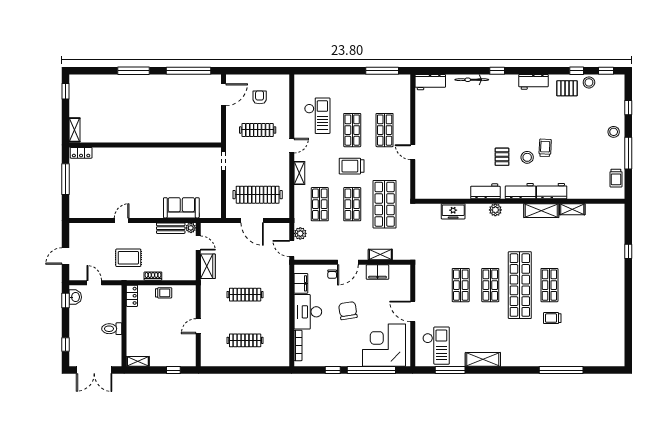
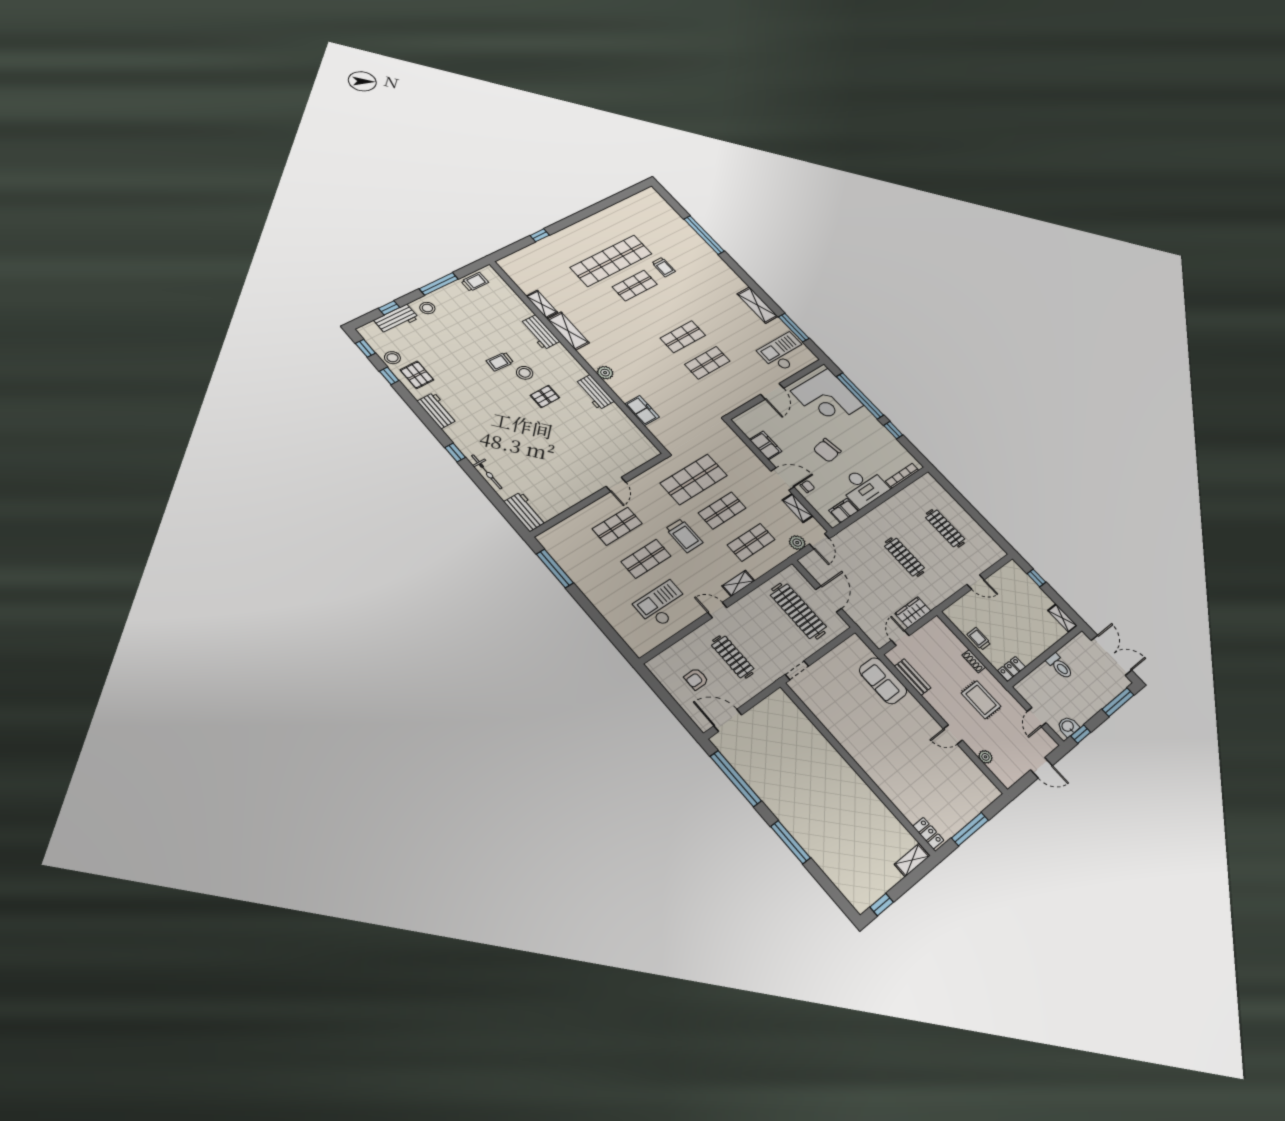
workbench: (521, 191) -> (396, 319), moved, turned -90
plant: (191, 228) -> (985, 757), moved
shelving: (380, 255) -> (798, 508), moved
shop shelf: (520, 285) -> (611, 261), moved
window: (65, 344) -> (1118, 702), width x2.17

